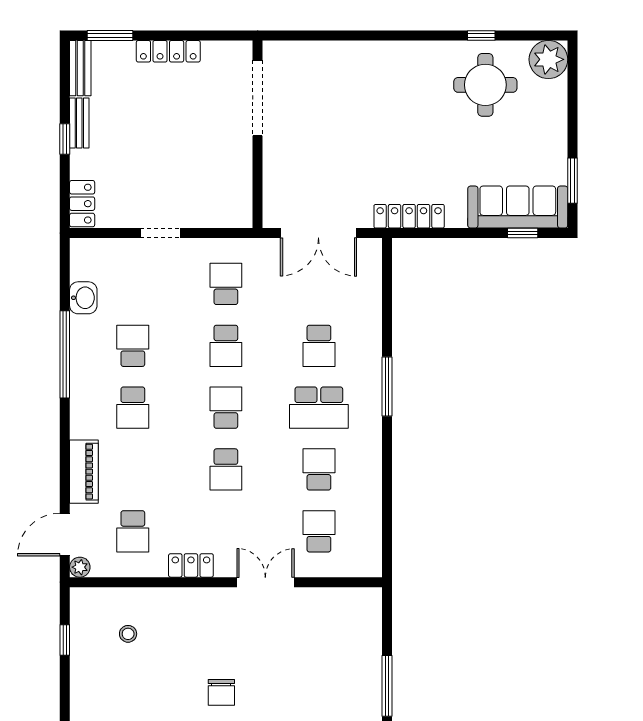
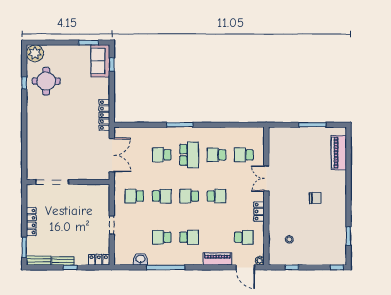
sofa: (518, 207) -> (100, 61), width x0.73
school desk: (319, 346) -> (162, 155), turned 180

